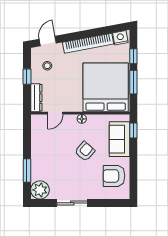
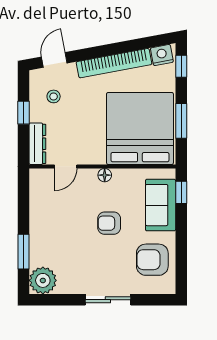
window: (133, 56) -> (181, 66), moved
armchair: (85, 151) -> (109, 223), turned -131
sliding door: (72, 203) -> (108, 300), moved

